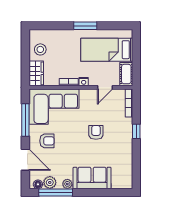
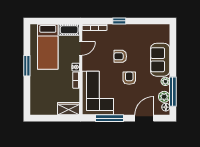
stool: (40, 49) -> (48, 105), removed
door: (105, 87) -> (81, 48), hinge flipped
armchair: (47, 141) -> (129, 78), moved

